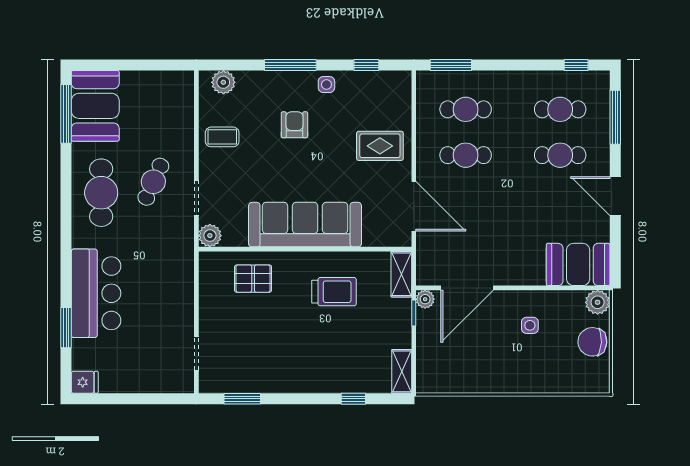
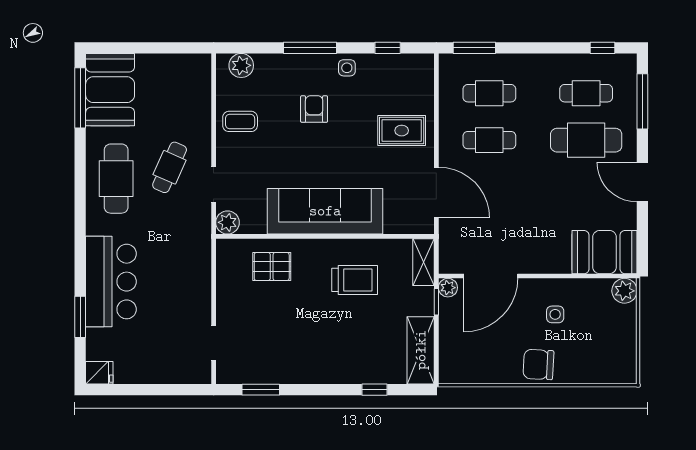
cafe table: (560, 155) -> (586, 140), width x1.37, depth x1.35
chair: (592, 342) -> (538, 364), moved
shelving: (402, 371) -> (421, 350), width x1.50, depth x1.33

